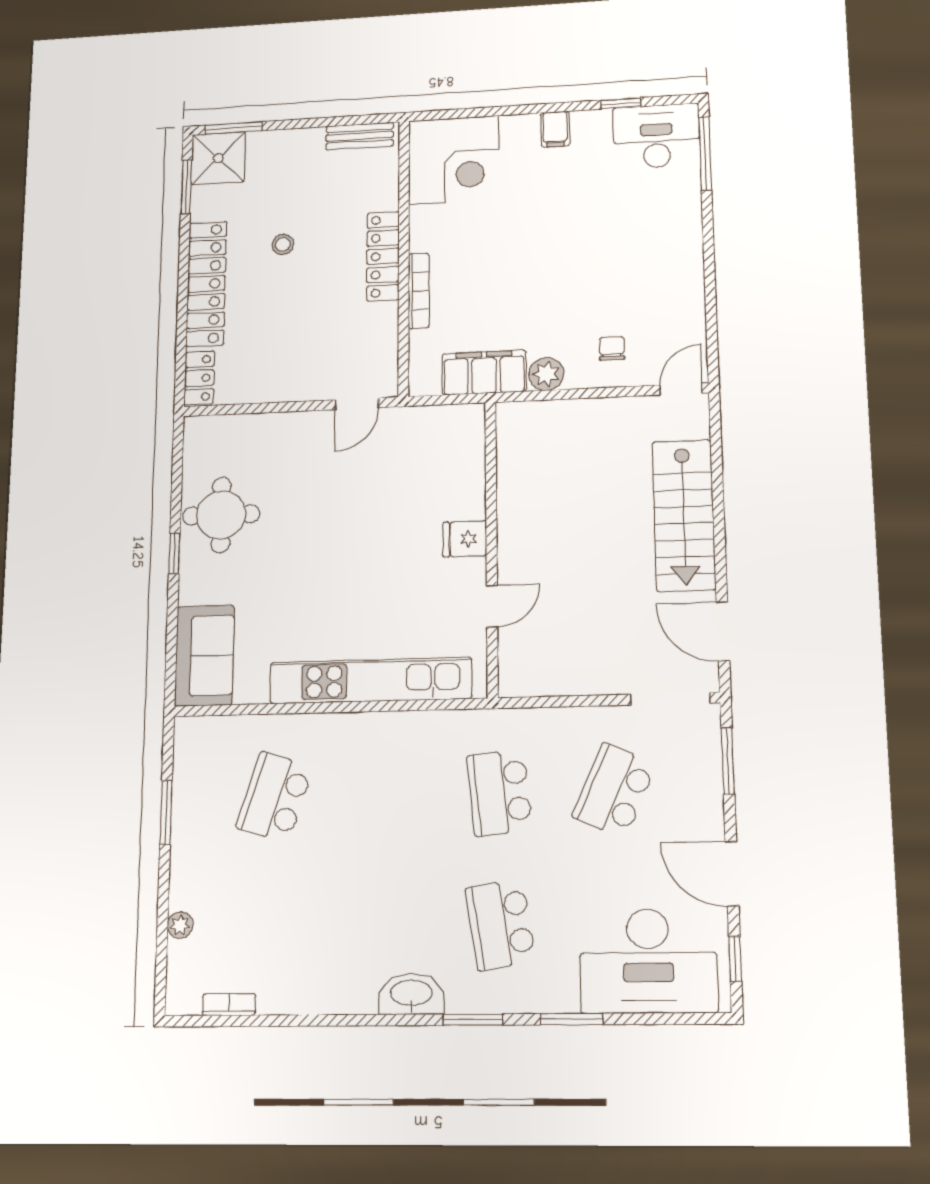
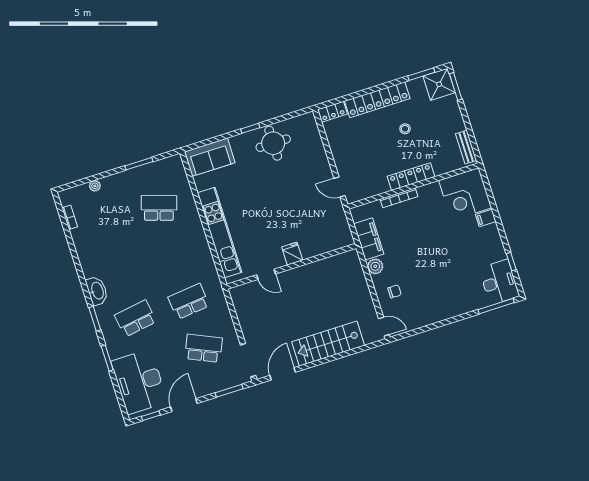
filing cabinet: (555, 129) -> (486, 218), moved

